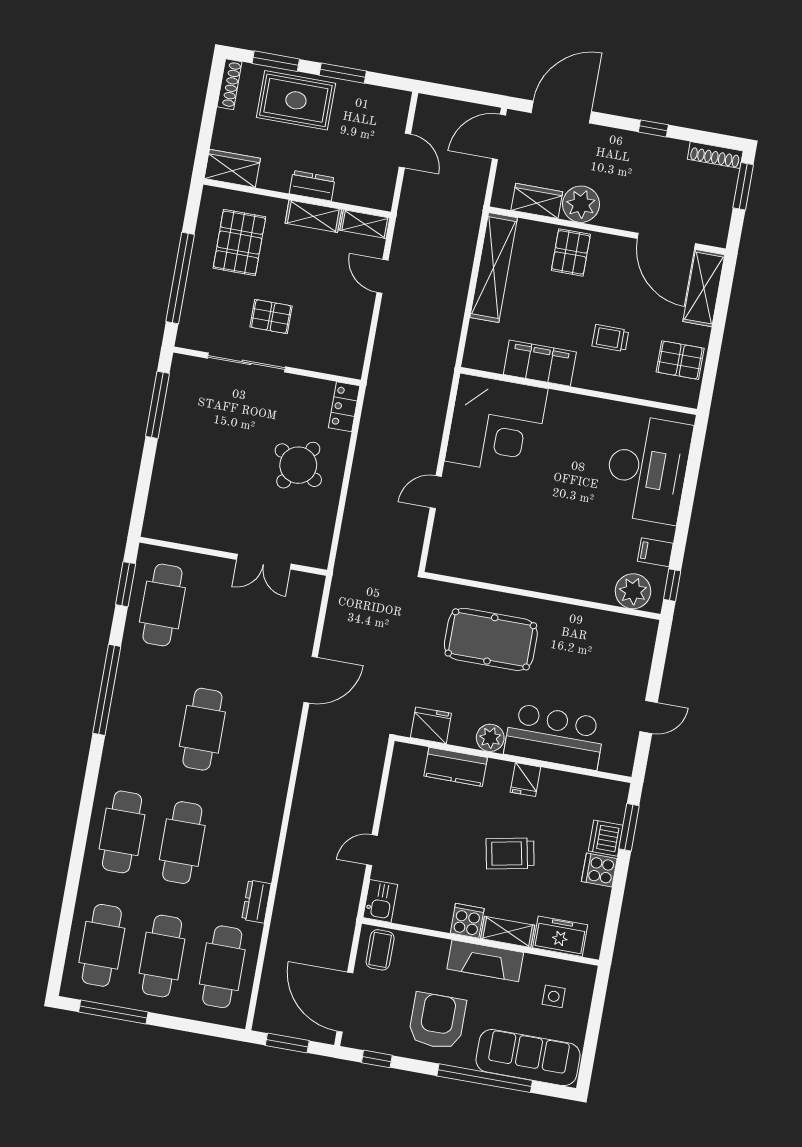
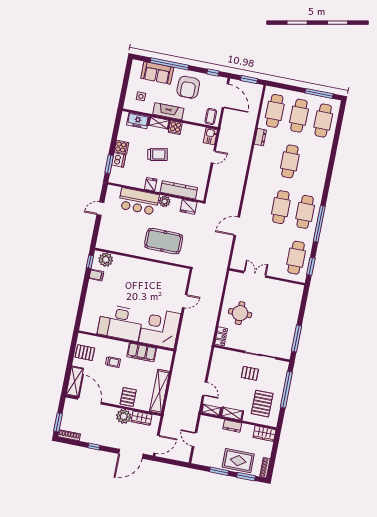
round table: (298, 465) -> (240, 313), turned -32
desk: (647, 469) -> (120, 323), moved, turned -90
kitchen counter: (456, 767) -> (179, 190), width x1.50
cafe table: (122, 832) -> (305, 212), moved
sofa: (528, 1058) -> (157, 73), width x0.73

